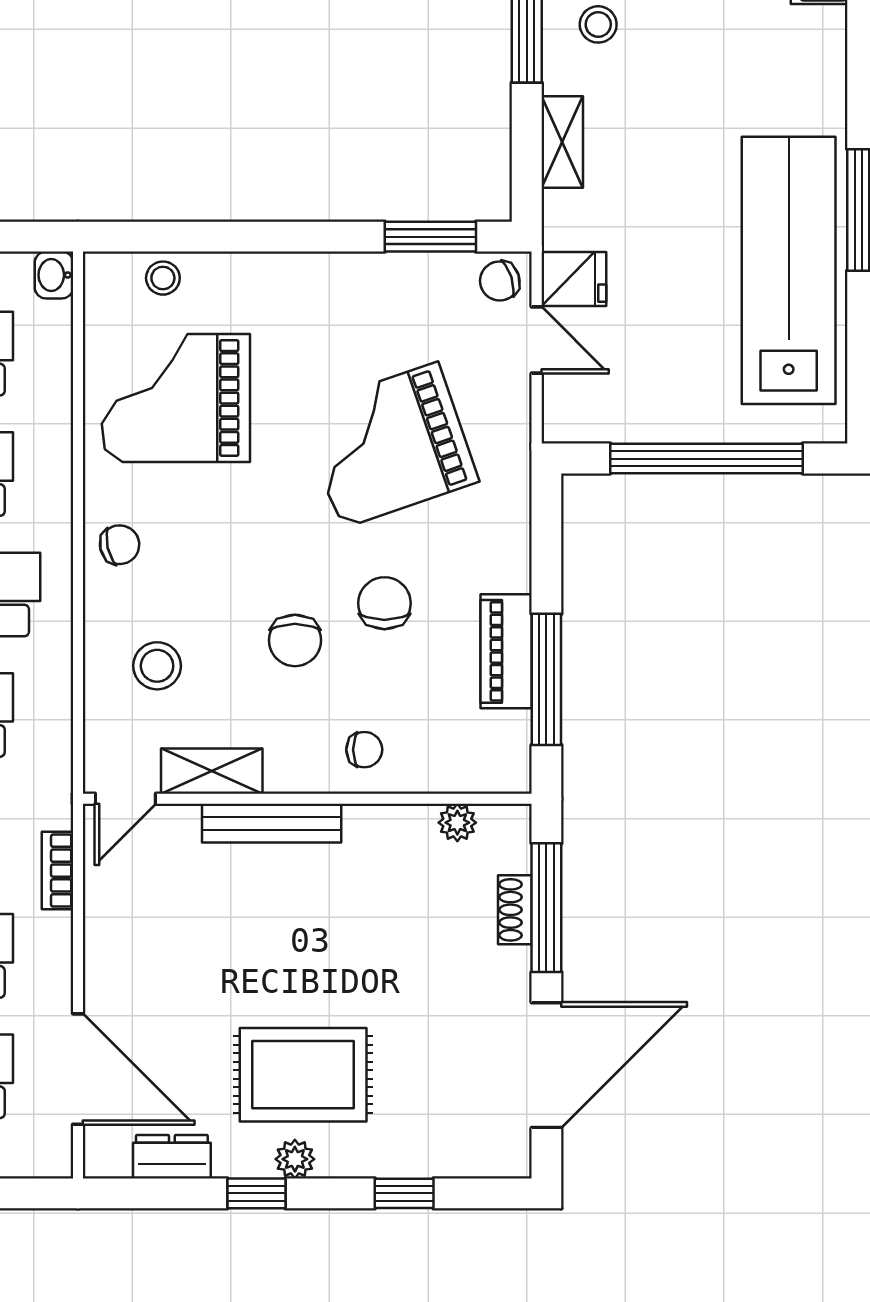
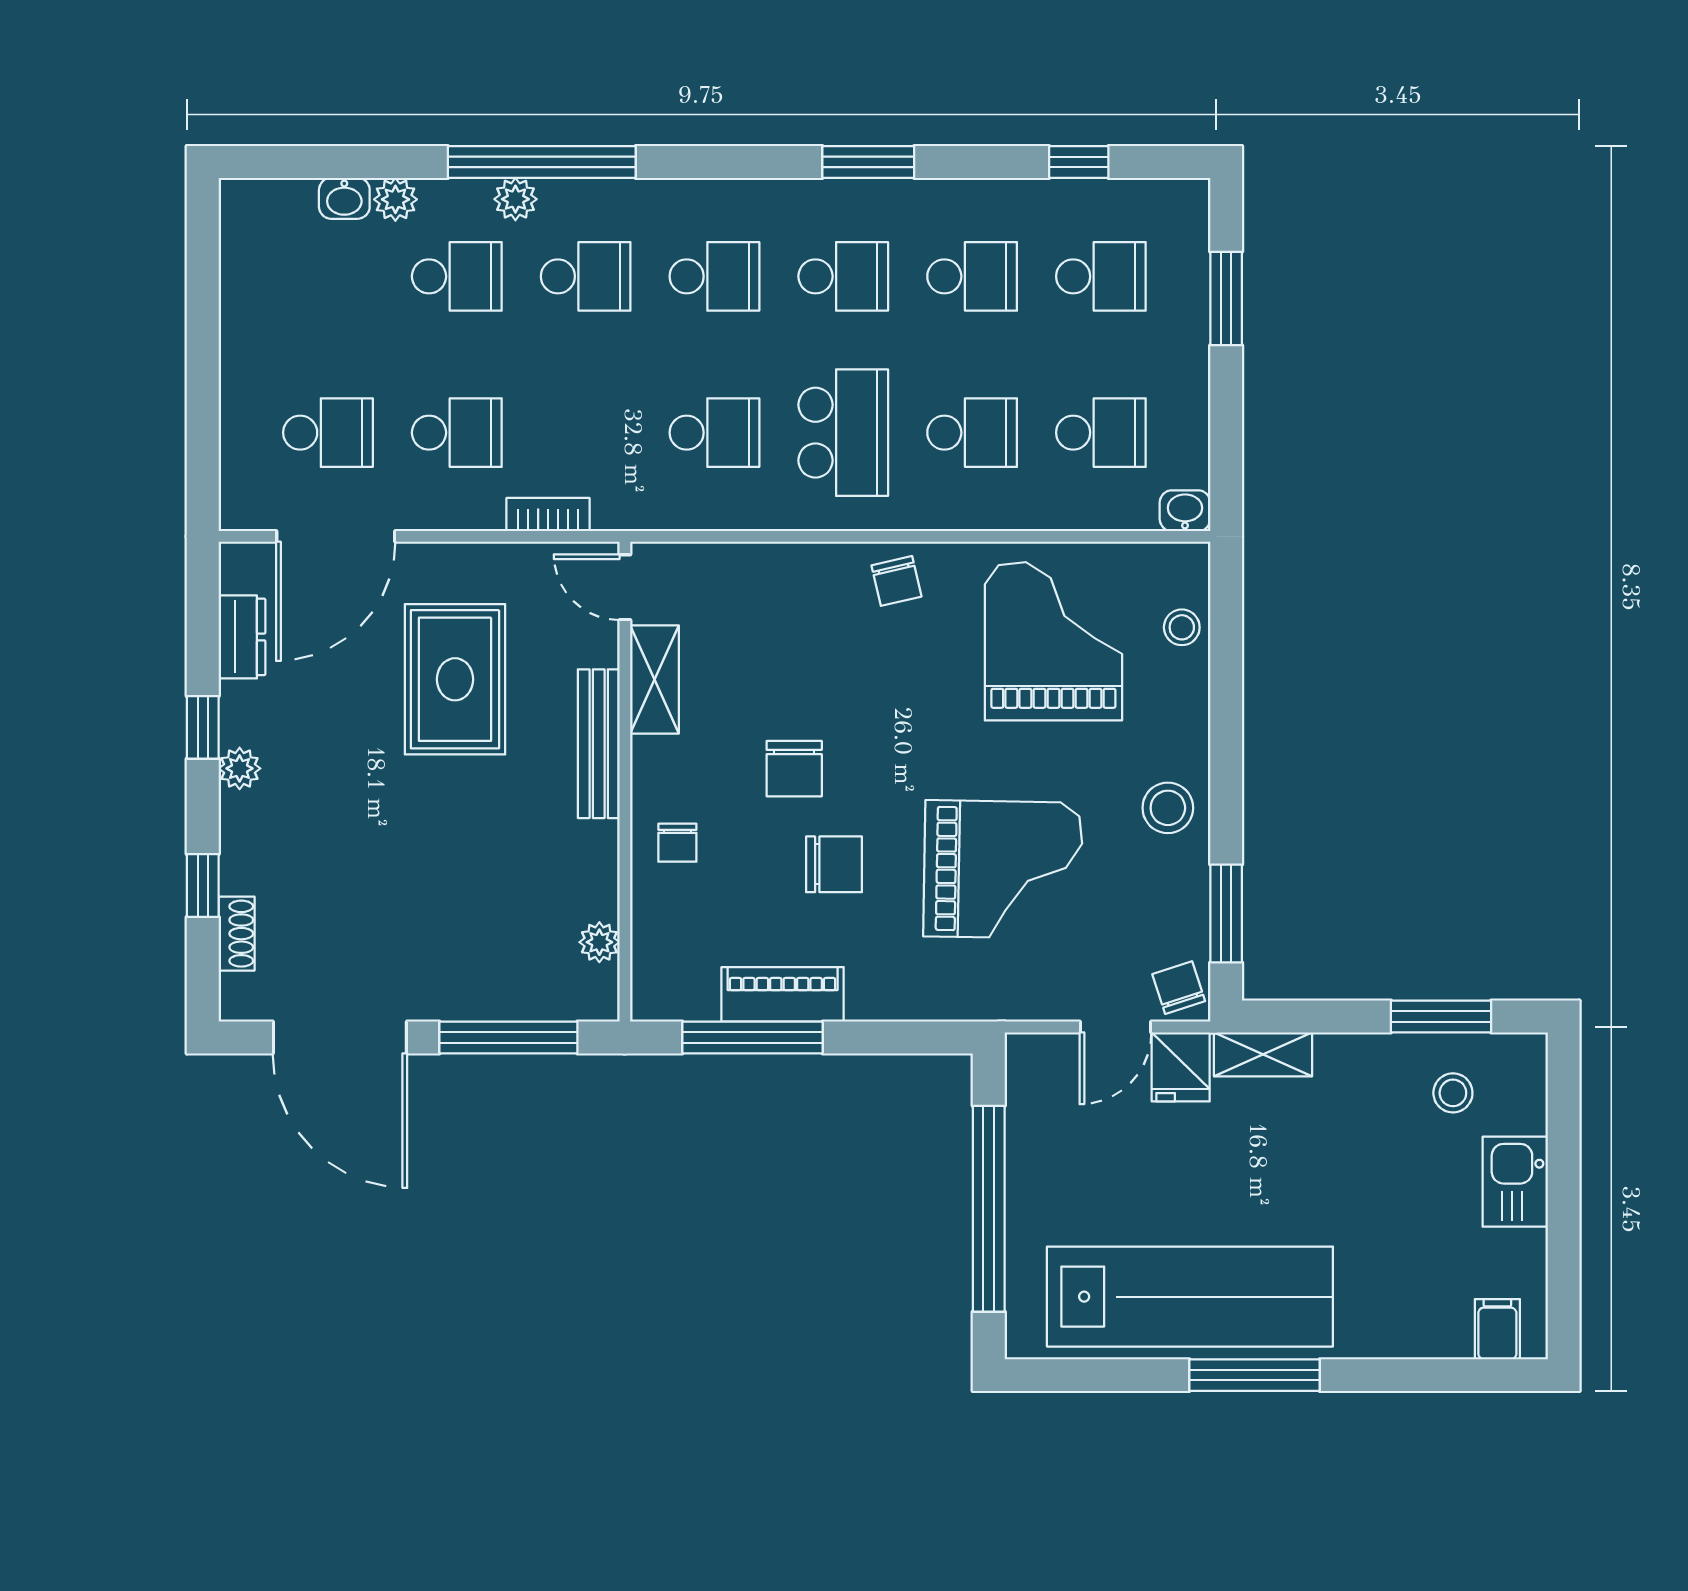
shelving: (562, 142) -> (1263, 1054), moved
grand piano: (389, 445) -> (1003, 870), turned 110
chair: (295, 640) -> (794, 769), turned -90
stool: (157, 666) -> (1168, 808), moved
shoe rack: (515, 910) -> (237, 934), moved, turned 90
rug: (303, 1075) -> (455, 679), moved

